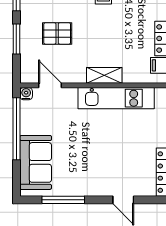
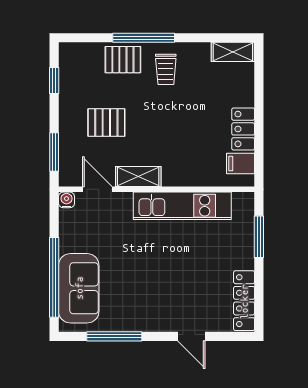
window: (16, 39) -> (54, 152), moved
shelving: (104, 75) -> (138, 176), moved
window: (16, 129) -> (54, 277), moved

